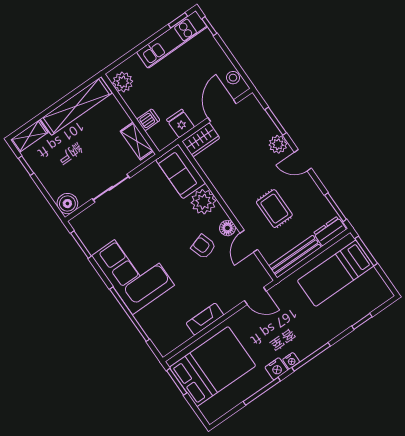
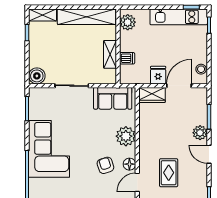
fridge: (181, 123) -> (158, 75), moved
shelving: (137, 141) -> (110, 54), moved
sofa: (181, 171) -> (113, 98), moved, turned -90

